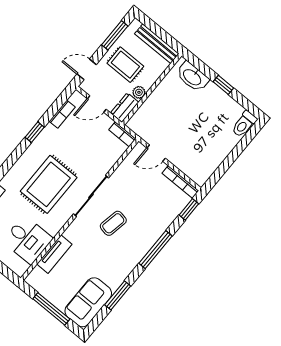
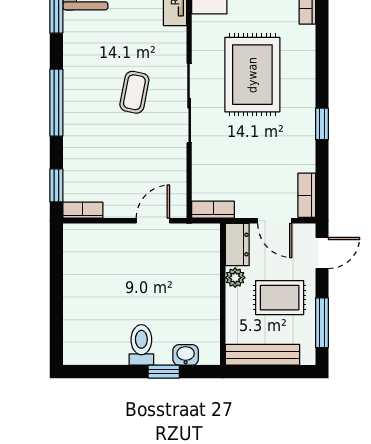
washbasin: (192, 77) -> (186, 355), width x0.52, depth x0.69
window: (223, 85) -> (164, 372), moved
door: (97, 104) -> (275, 221), swing flipped
bookcase: (62, 114) -> (307, 195), moved
toilet: (244, 124) -> (141, 345), moved
bookcase: (180, 182) -> (83, 210), width x0.64

